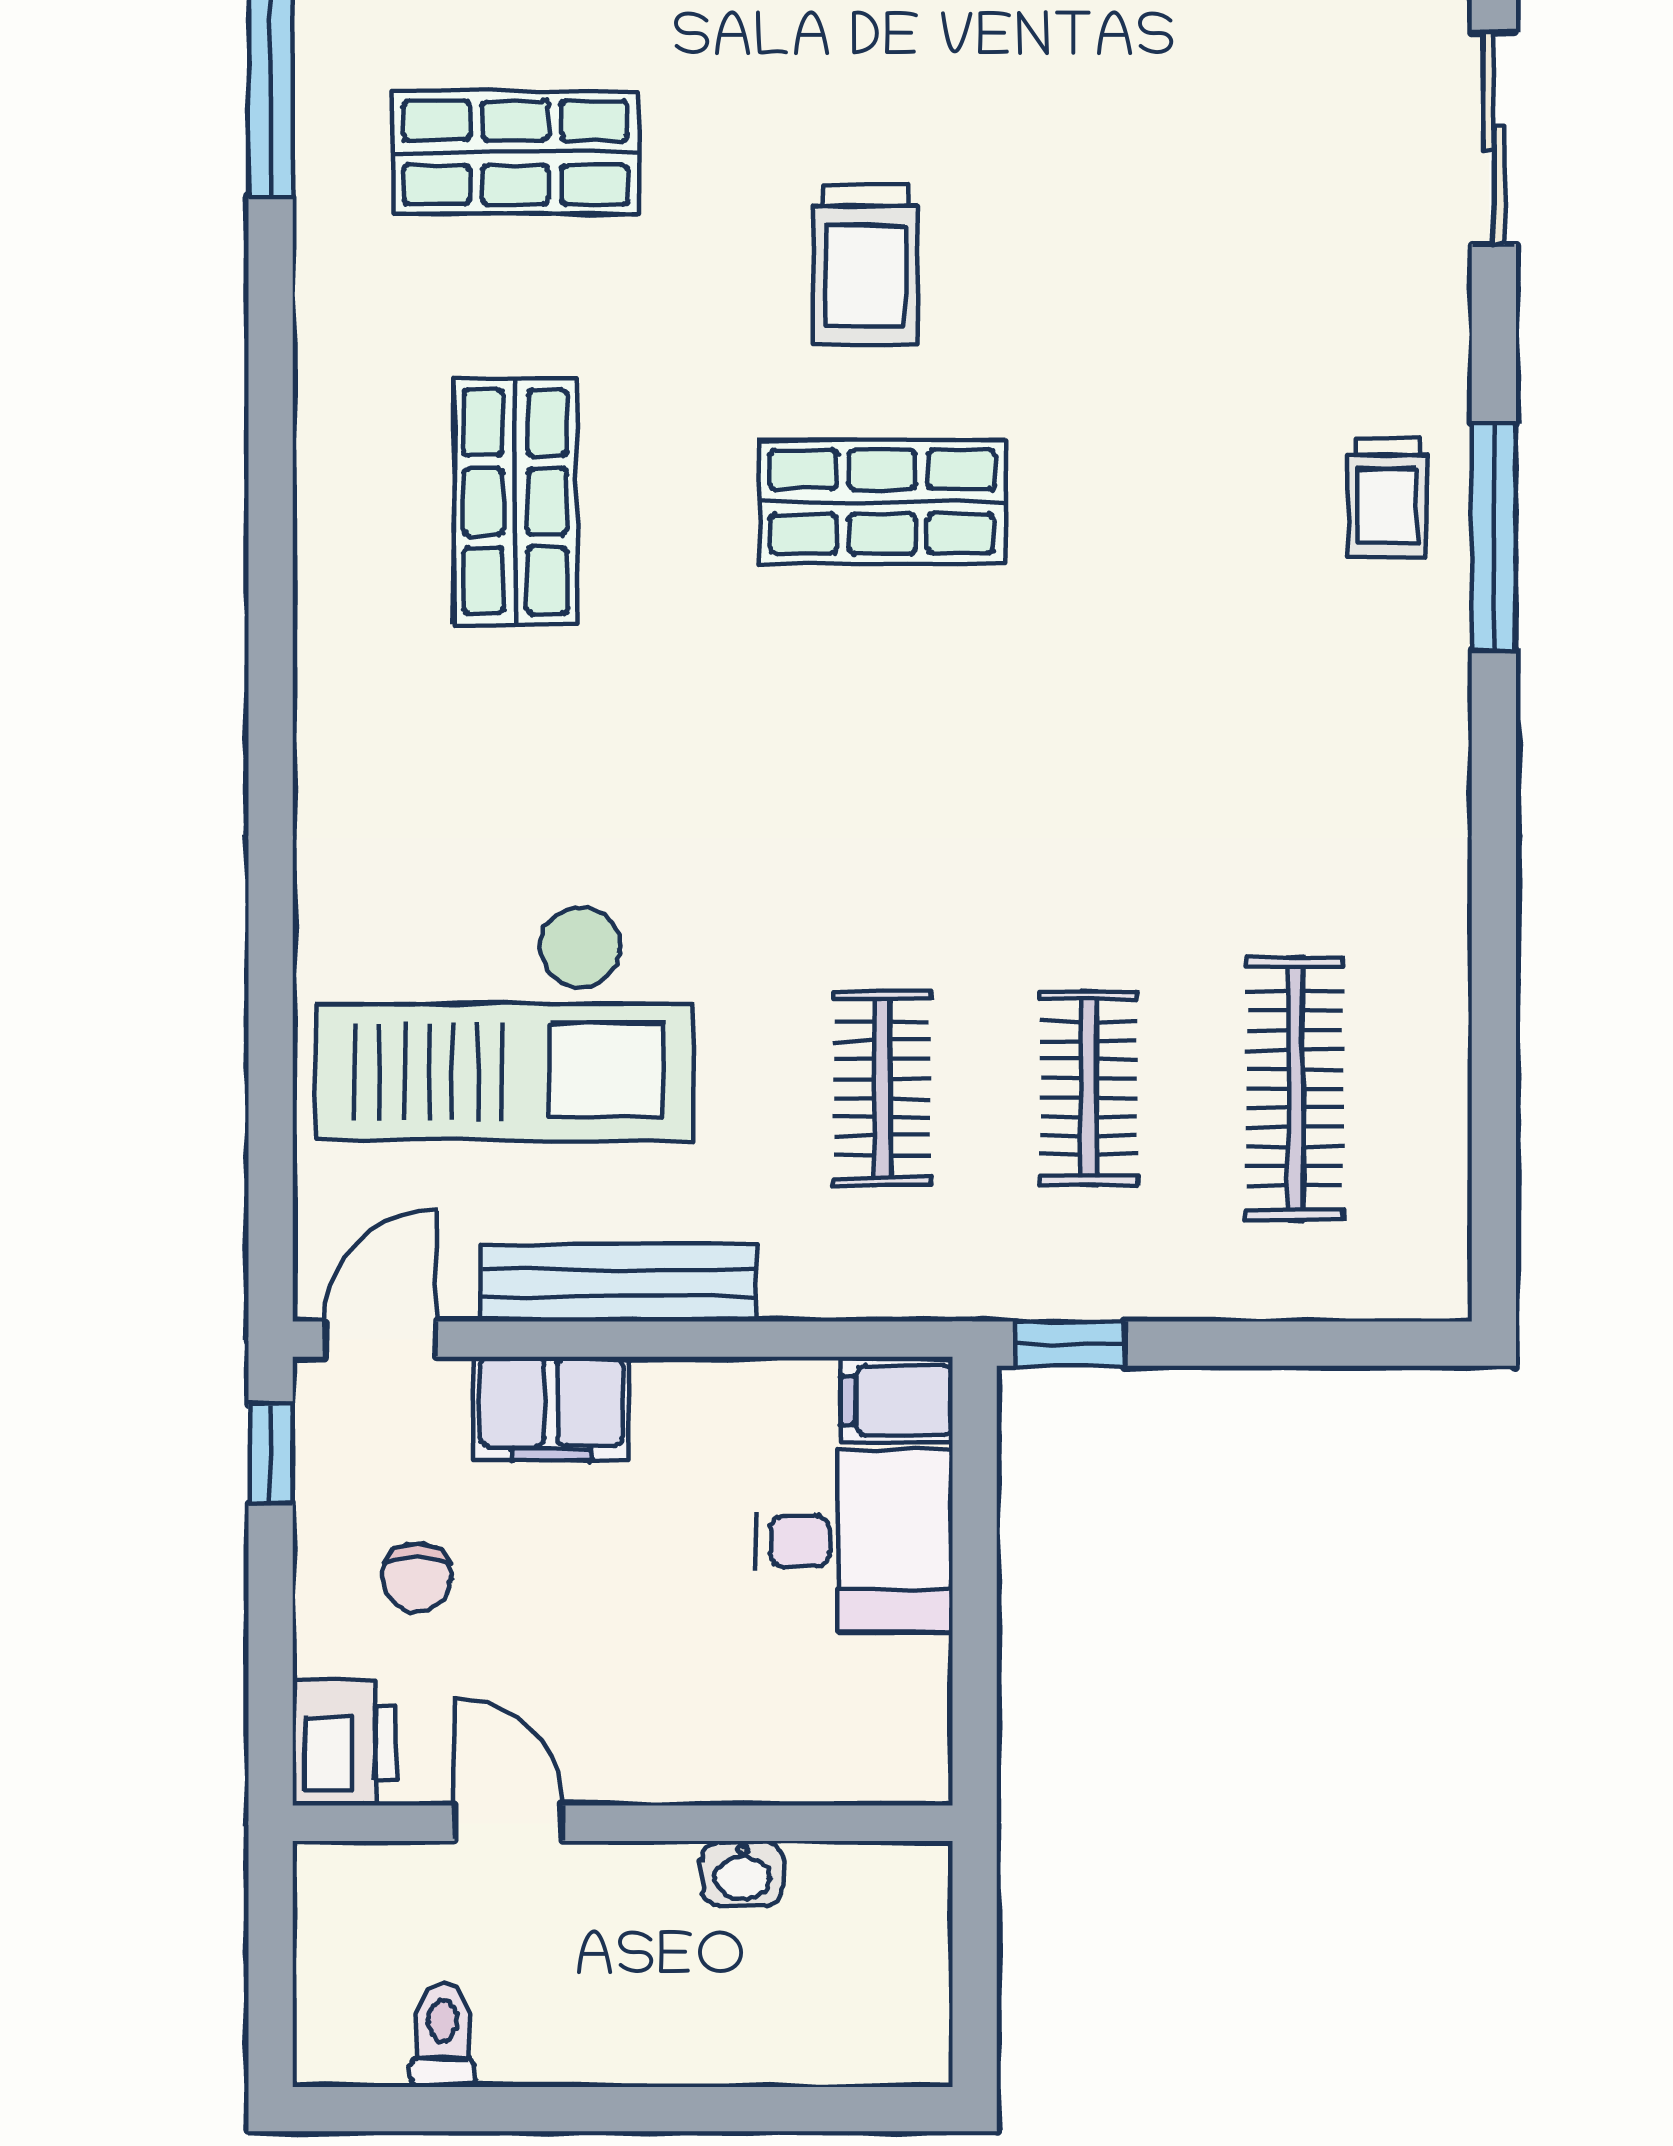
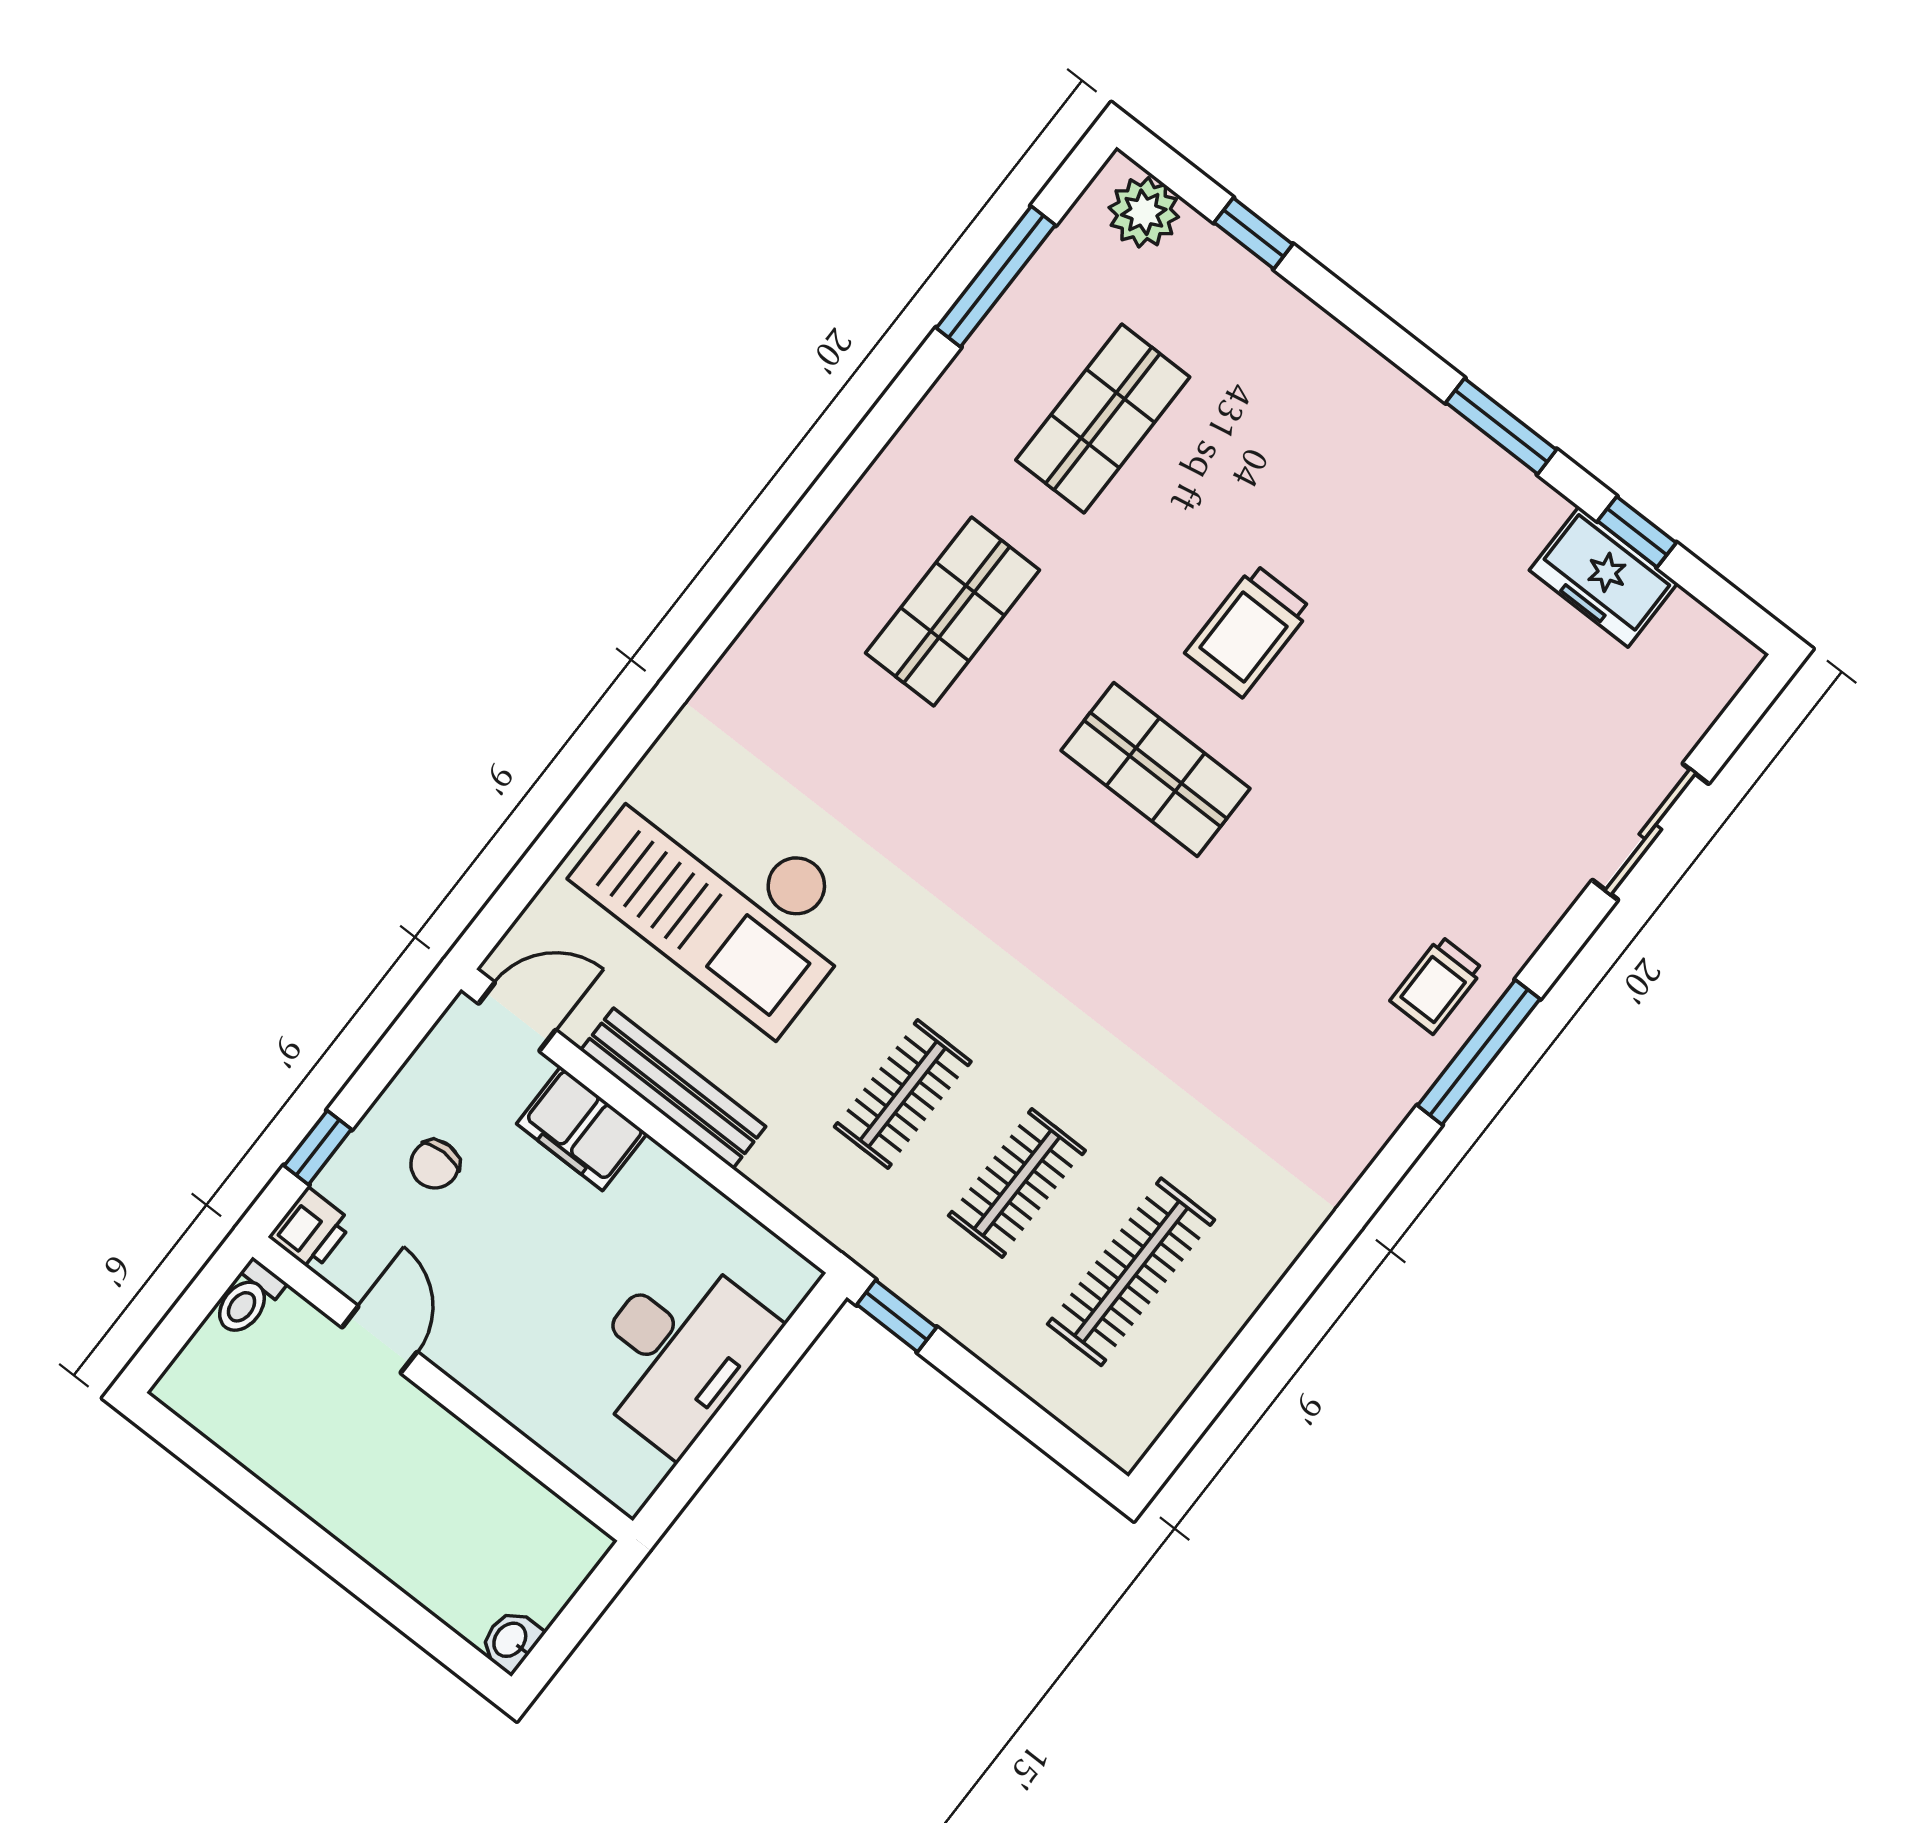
shop shelf: (515, 153) -> (1103, 418), turned 90
filing cabinet: (897, 1400) -> (776, 1273), removed
window: (271, 1454) -> (318, 1148), moved
desk: (854, 1541) -> (677, 1351), width x1.37
printer: (345, 1743) -> (311, 1230), width x0.73, depth x0.81
washbasin: (742, 1873) -> (511, 1641), moved, turned 90
toilet: (443, 2035) -> (248, 1299), moved, turned 180

